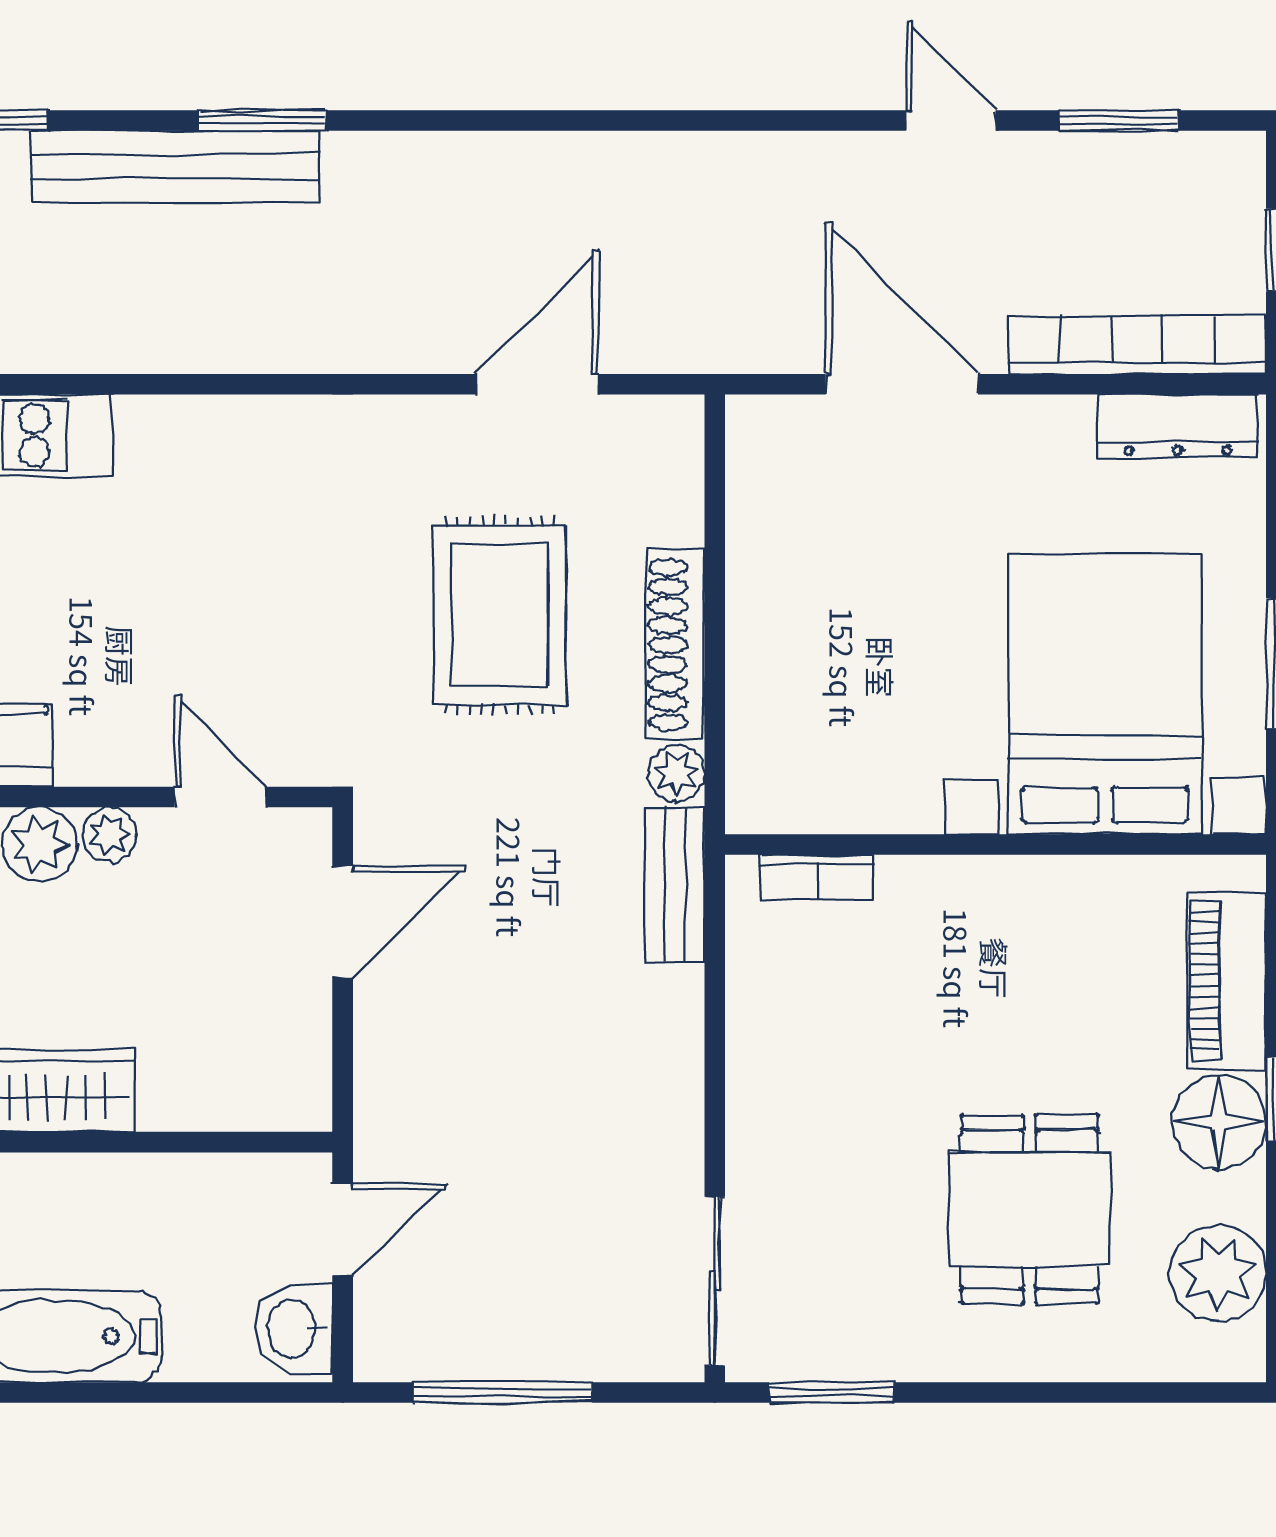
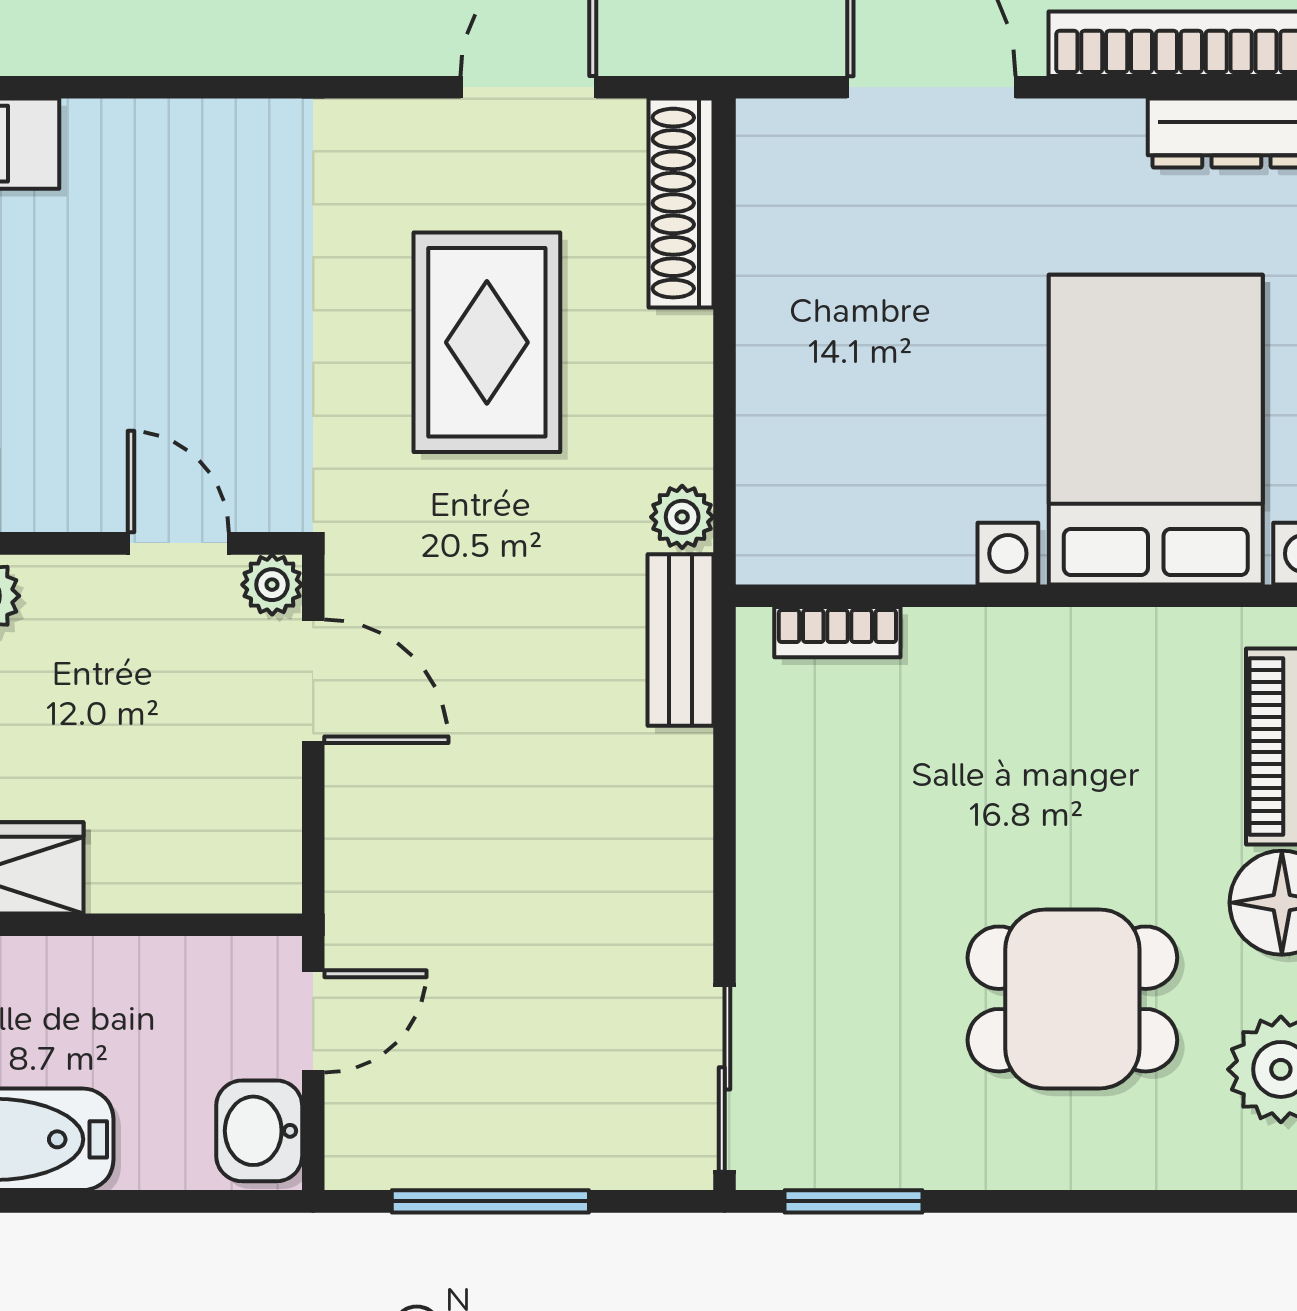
shoe rack: (675, 645) -> (681, 203), moved
plant: (109, 834) -> (272, 585), moved
door: (343, 922) -> (313, 681), hinge flipped
dining table: (1030, 1209) -> (1072, 999), turned 90

